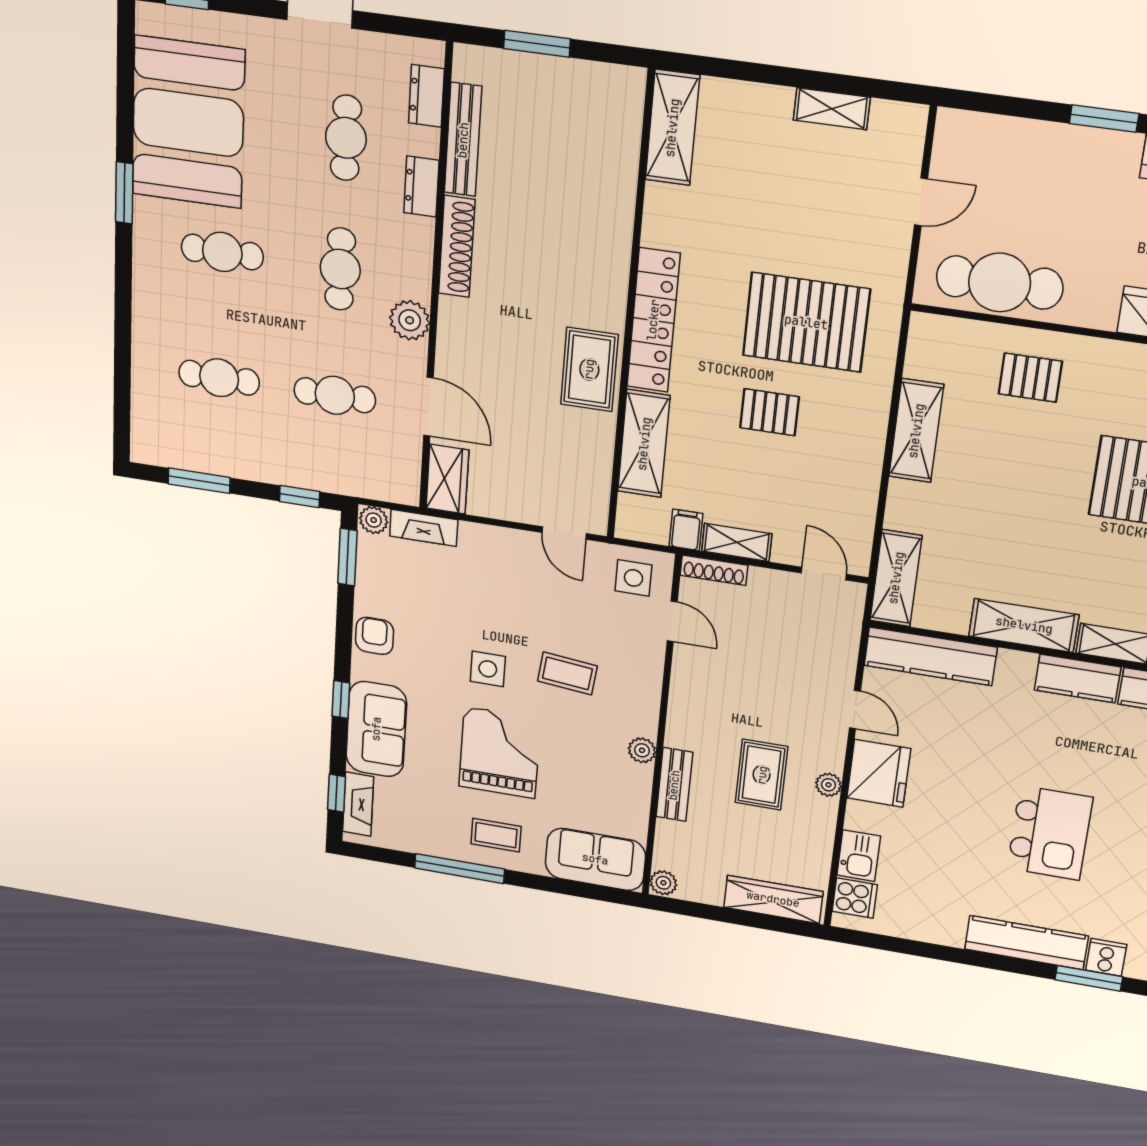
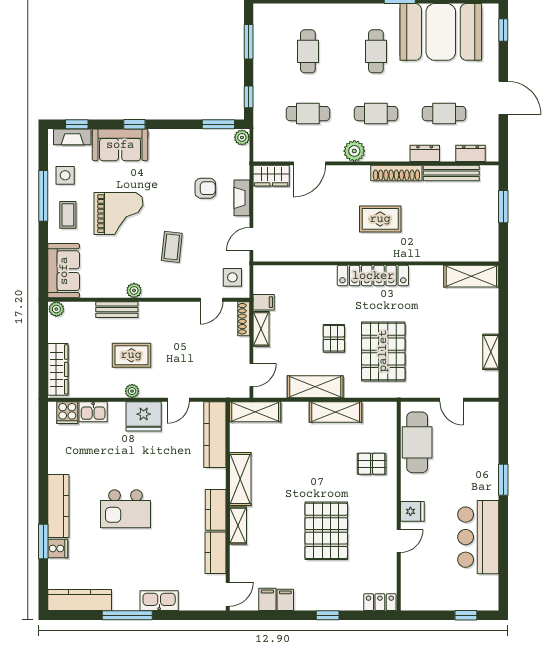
rug: (589, 369) -> (380, 219), moved
pallet: (1030, 378) -> (372, 464), turned 90
cafe table: (335, 395) -> (308, 114), turned 90
shelving: (644, 444) -> (315, 387), moved
fireplace: (424, 528) -> (242, 198), moved
armchair: (375, 636) -> (205, 188), moved
side table: (488, 669) -> (65, 175), moved

